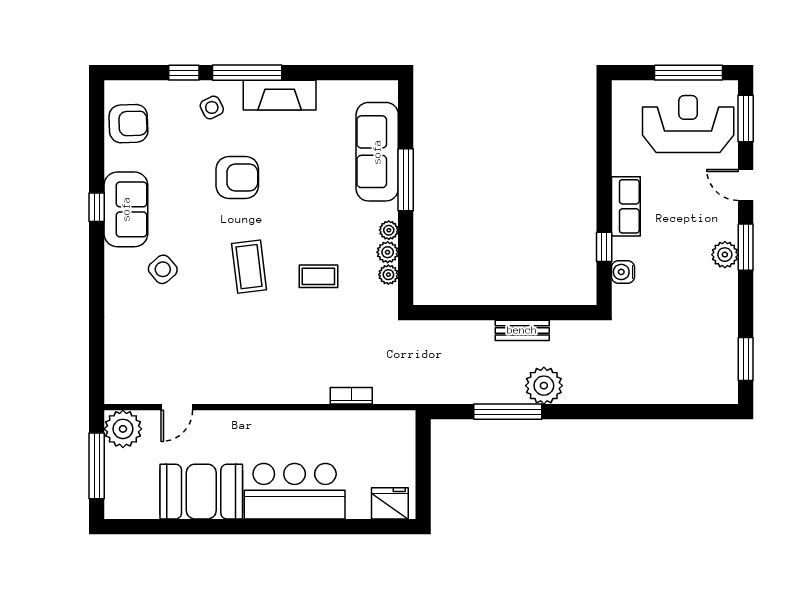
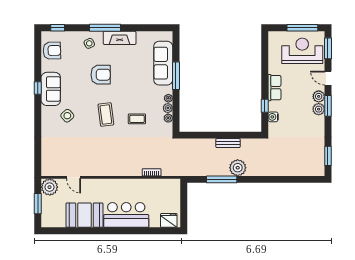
window: (184, 73) -> (58, 28), moved
plant: (725, 226) -> (319, 96), added
door: (177, 407) -> (74, 177), hinge flipped
window: (97, 466) -> (38, 204), width x0.69

